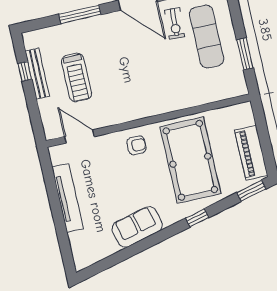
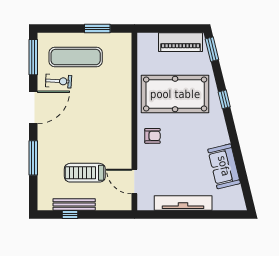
treadmill: (77, 77) -> (85, 173), turned 180
door: (79, 136) -> (134, 182), hinge flipped
armchair: (136, 145) -> (152, 136), turned 90
sofa: (137, 227) -> (224, 166), moved

